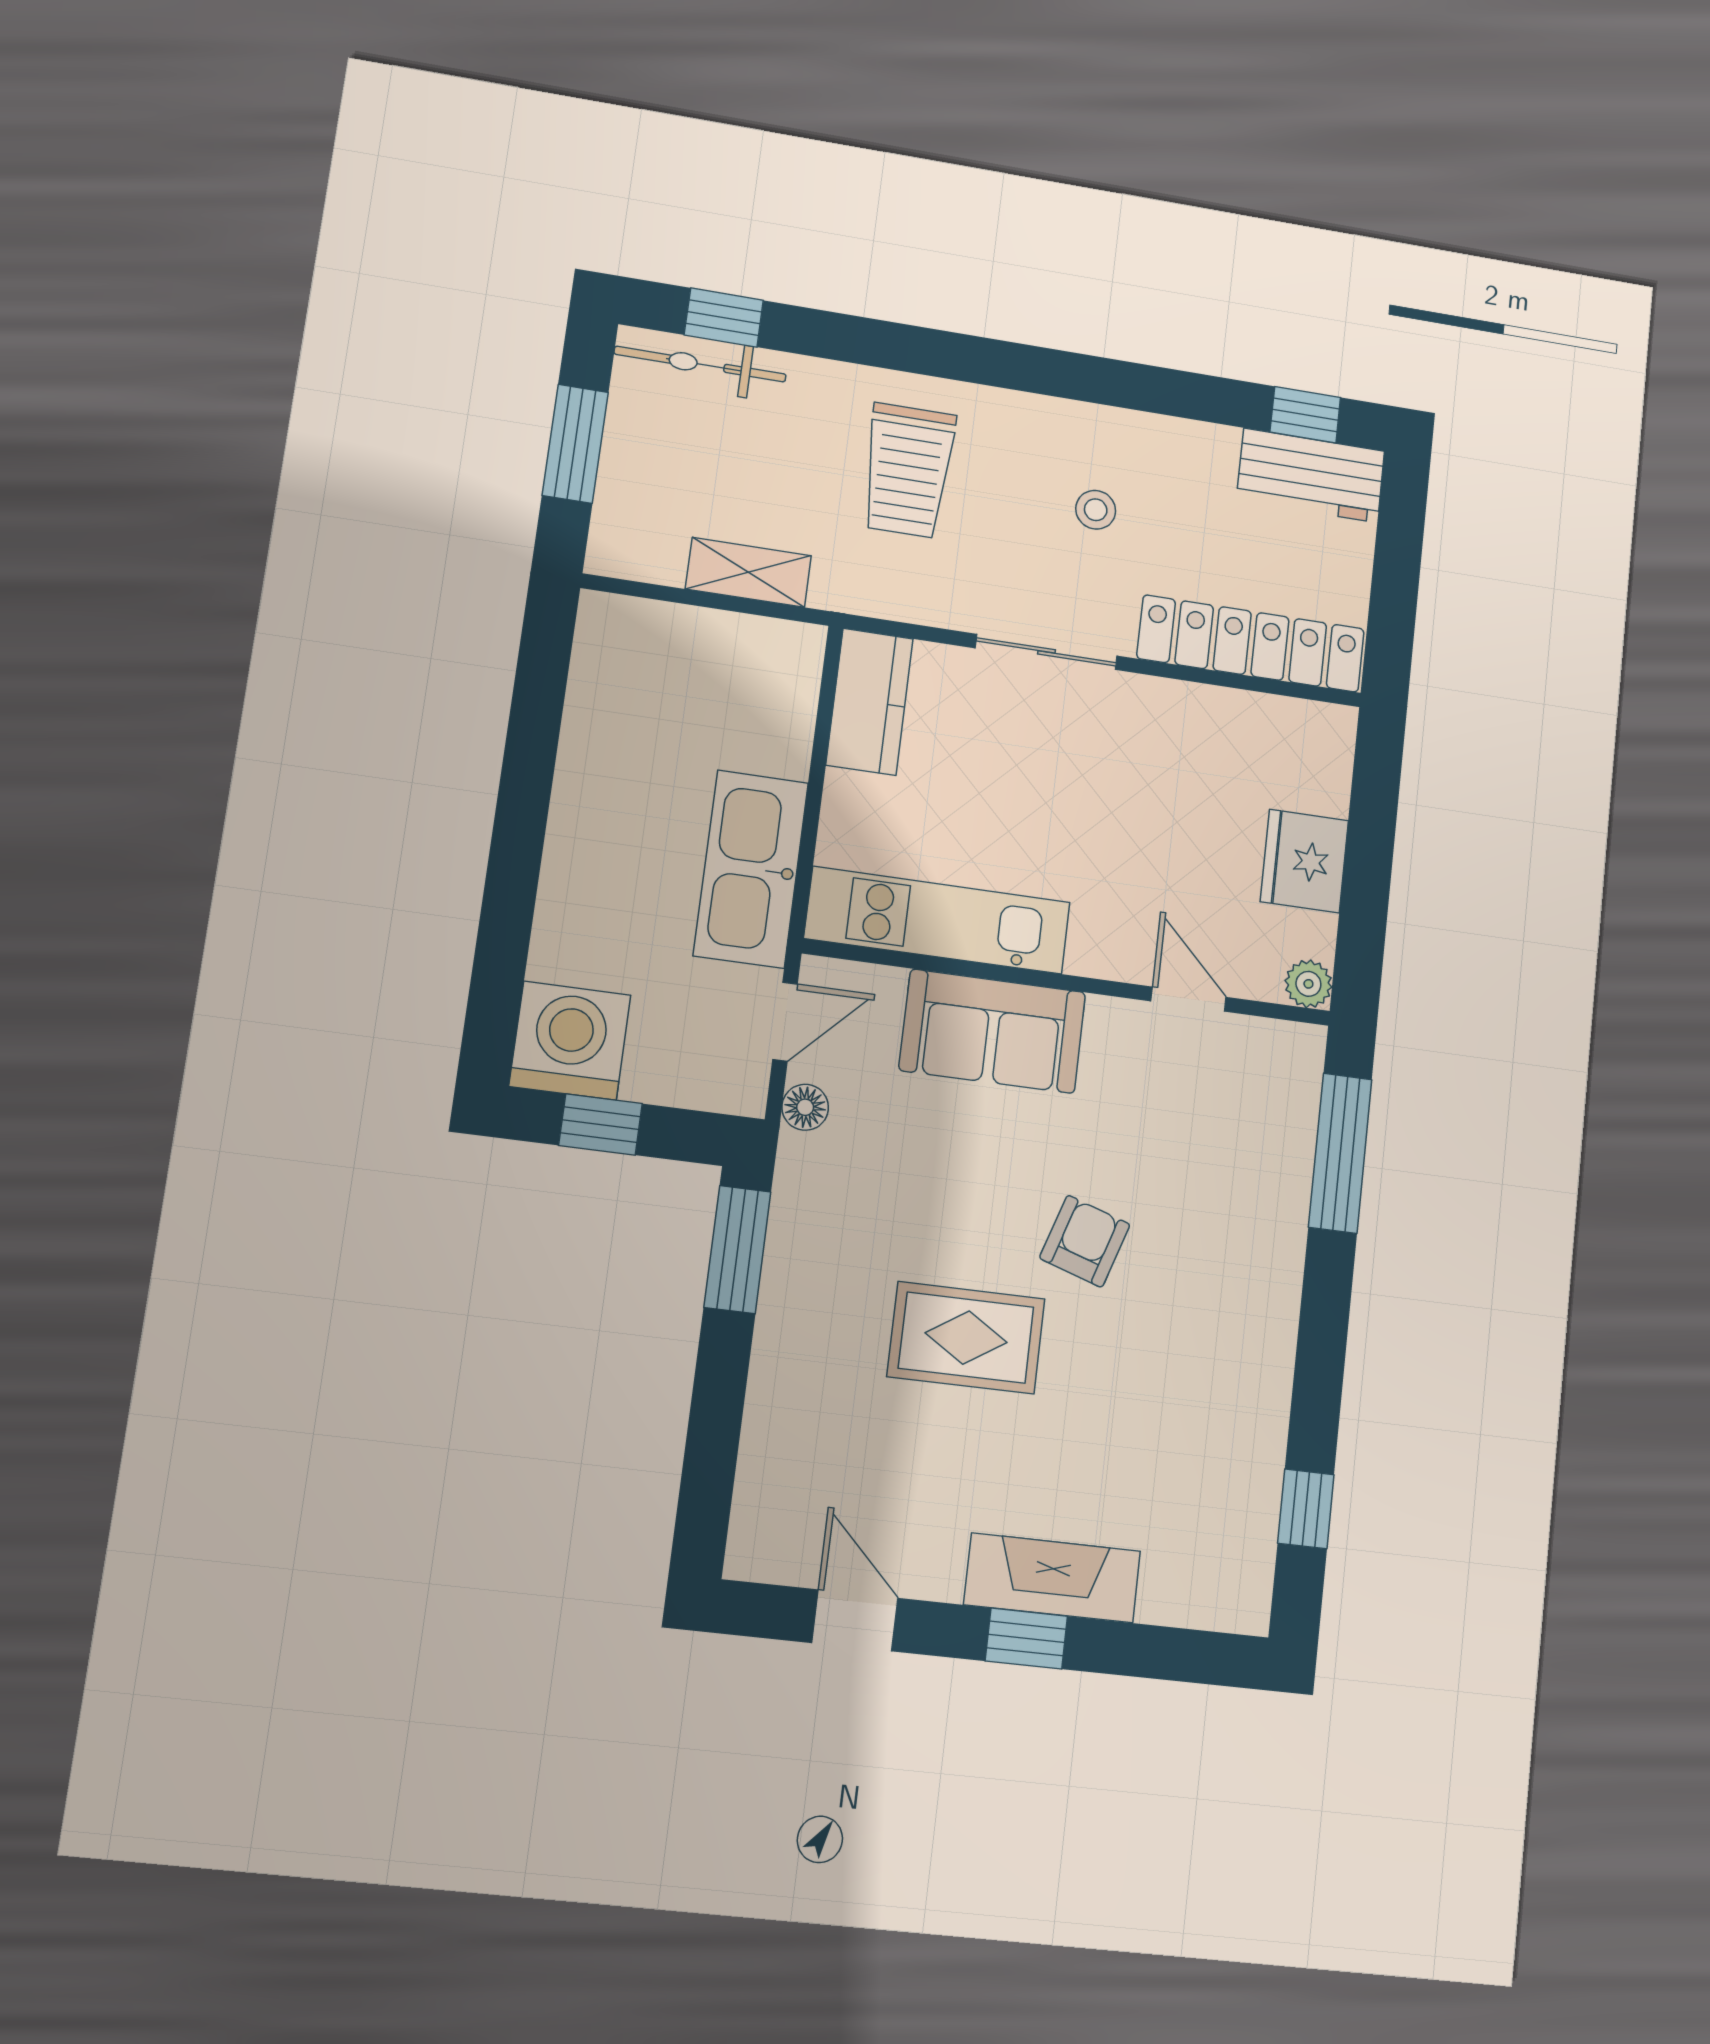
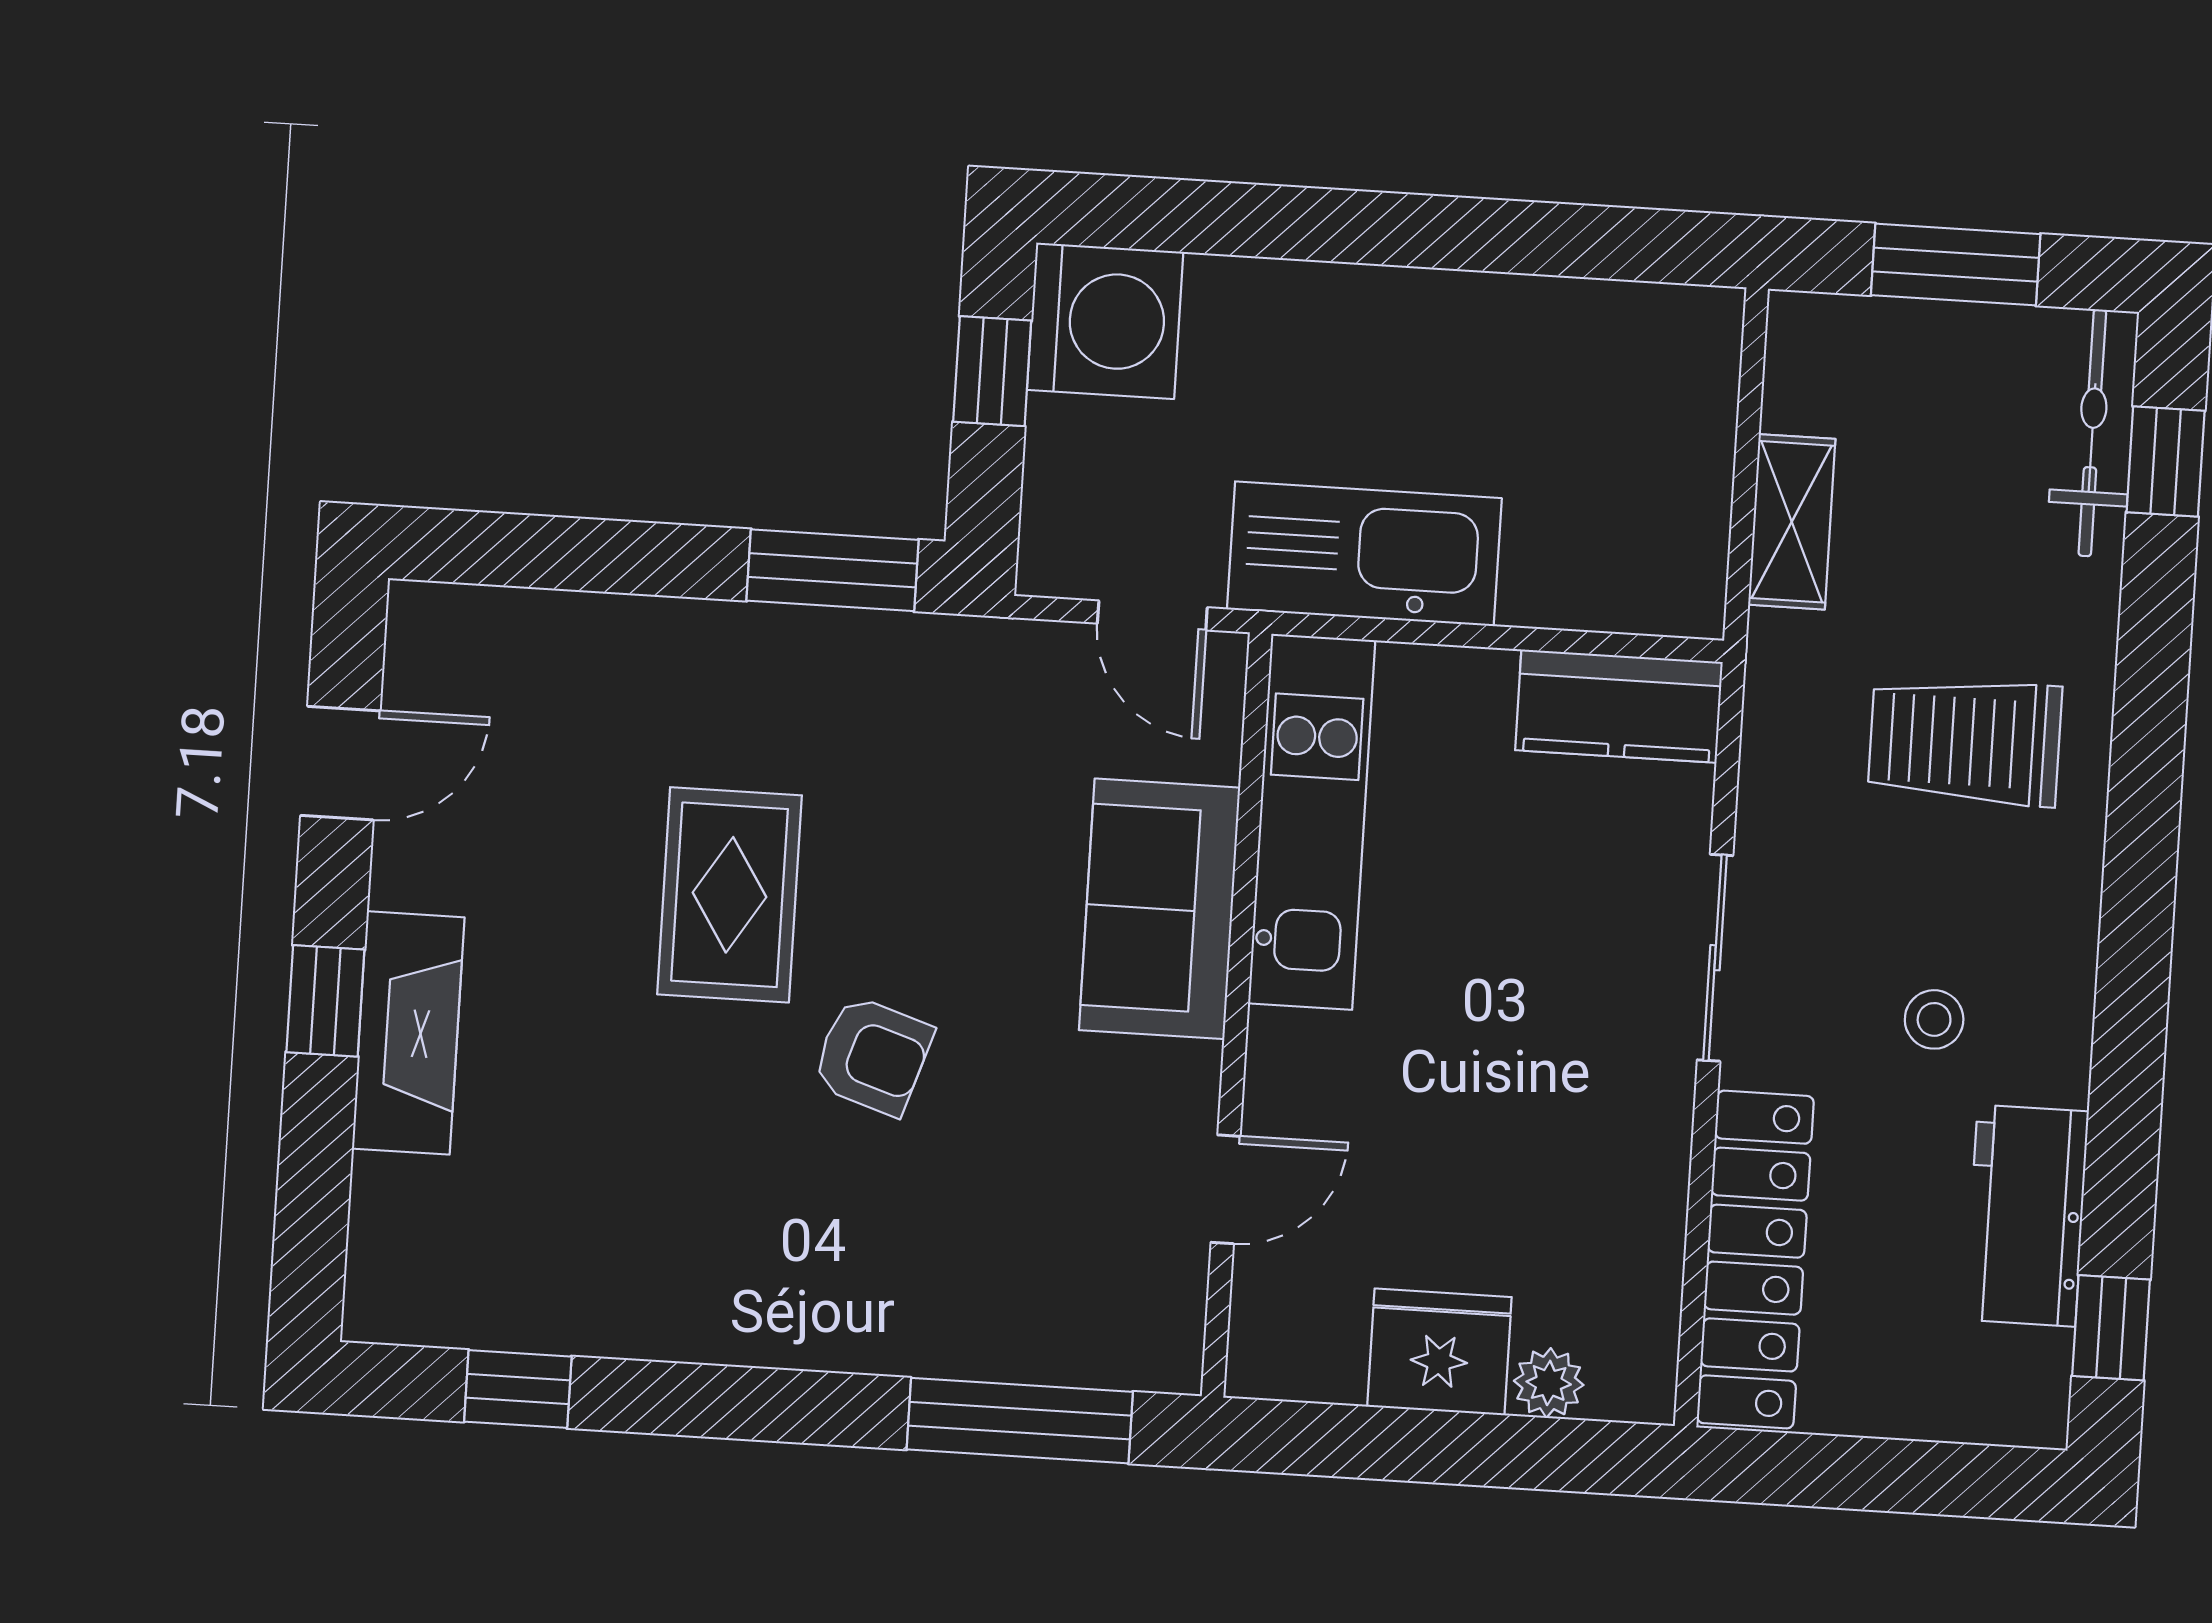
workbench: (1311, 475) -> (2026, 1216), moved
plant: (1308, 984) -> (1549, 1383), moved
floor lamp: (805, 1107) -> (1035, 651), removed

